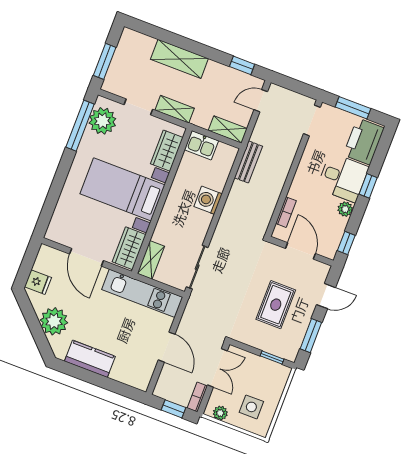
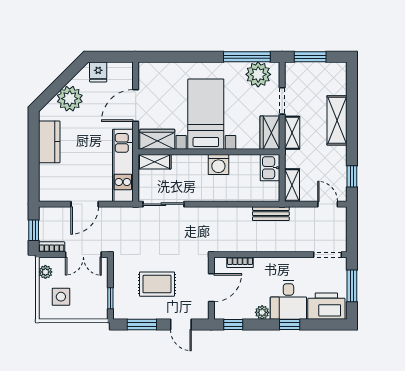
wardrobe: (167, 151) -> (270, 133), moved, turned -90
washing machine: (208, 200) -> (218, 165), moved, turned 180

